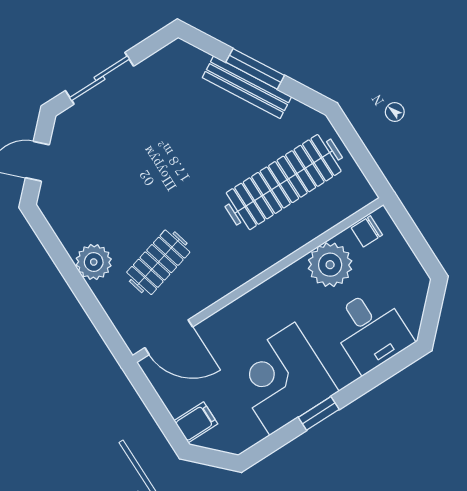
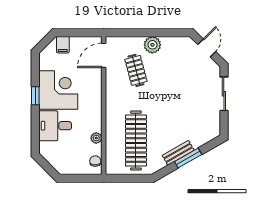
bench: (247, 87) -> (178, 153), width x0.73
plant: (330, 265) -> (96, 138), width x0.53, depth x0.53
desk: (370, 330) -> (55, 126), moved

